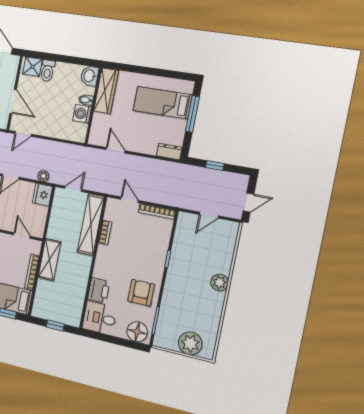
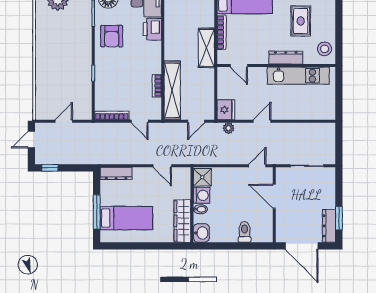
shower: (32, 67) -> (202, 177), moved
dresser: (169, 152) -> (116, 173), width x1.44
window: (215, 165) -> (50, 168), moved
plant: (219, 282) -> (43, 62), removed

